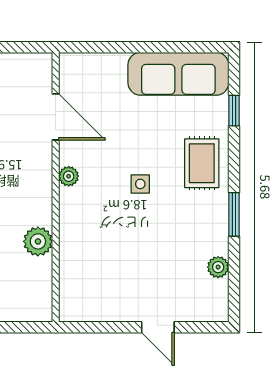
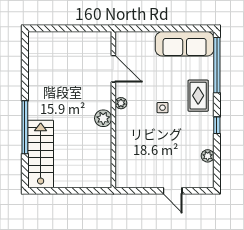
window: (234, 111) -> (217, 65), width x3.17
window: (234, 214) -> (217, 125), width x0.67
plant: (38, 241) -> (103, 118), moved

